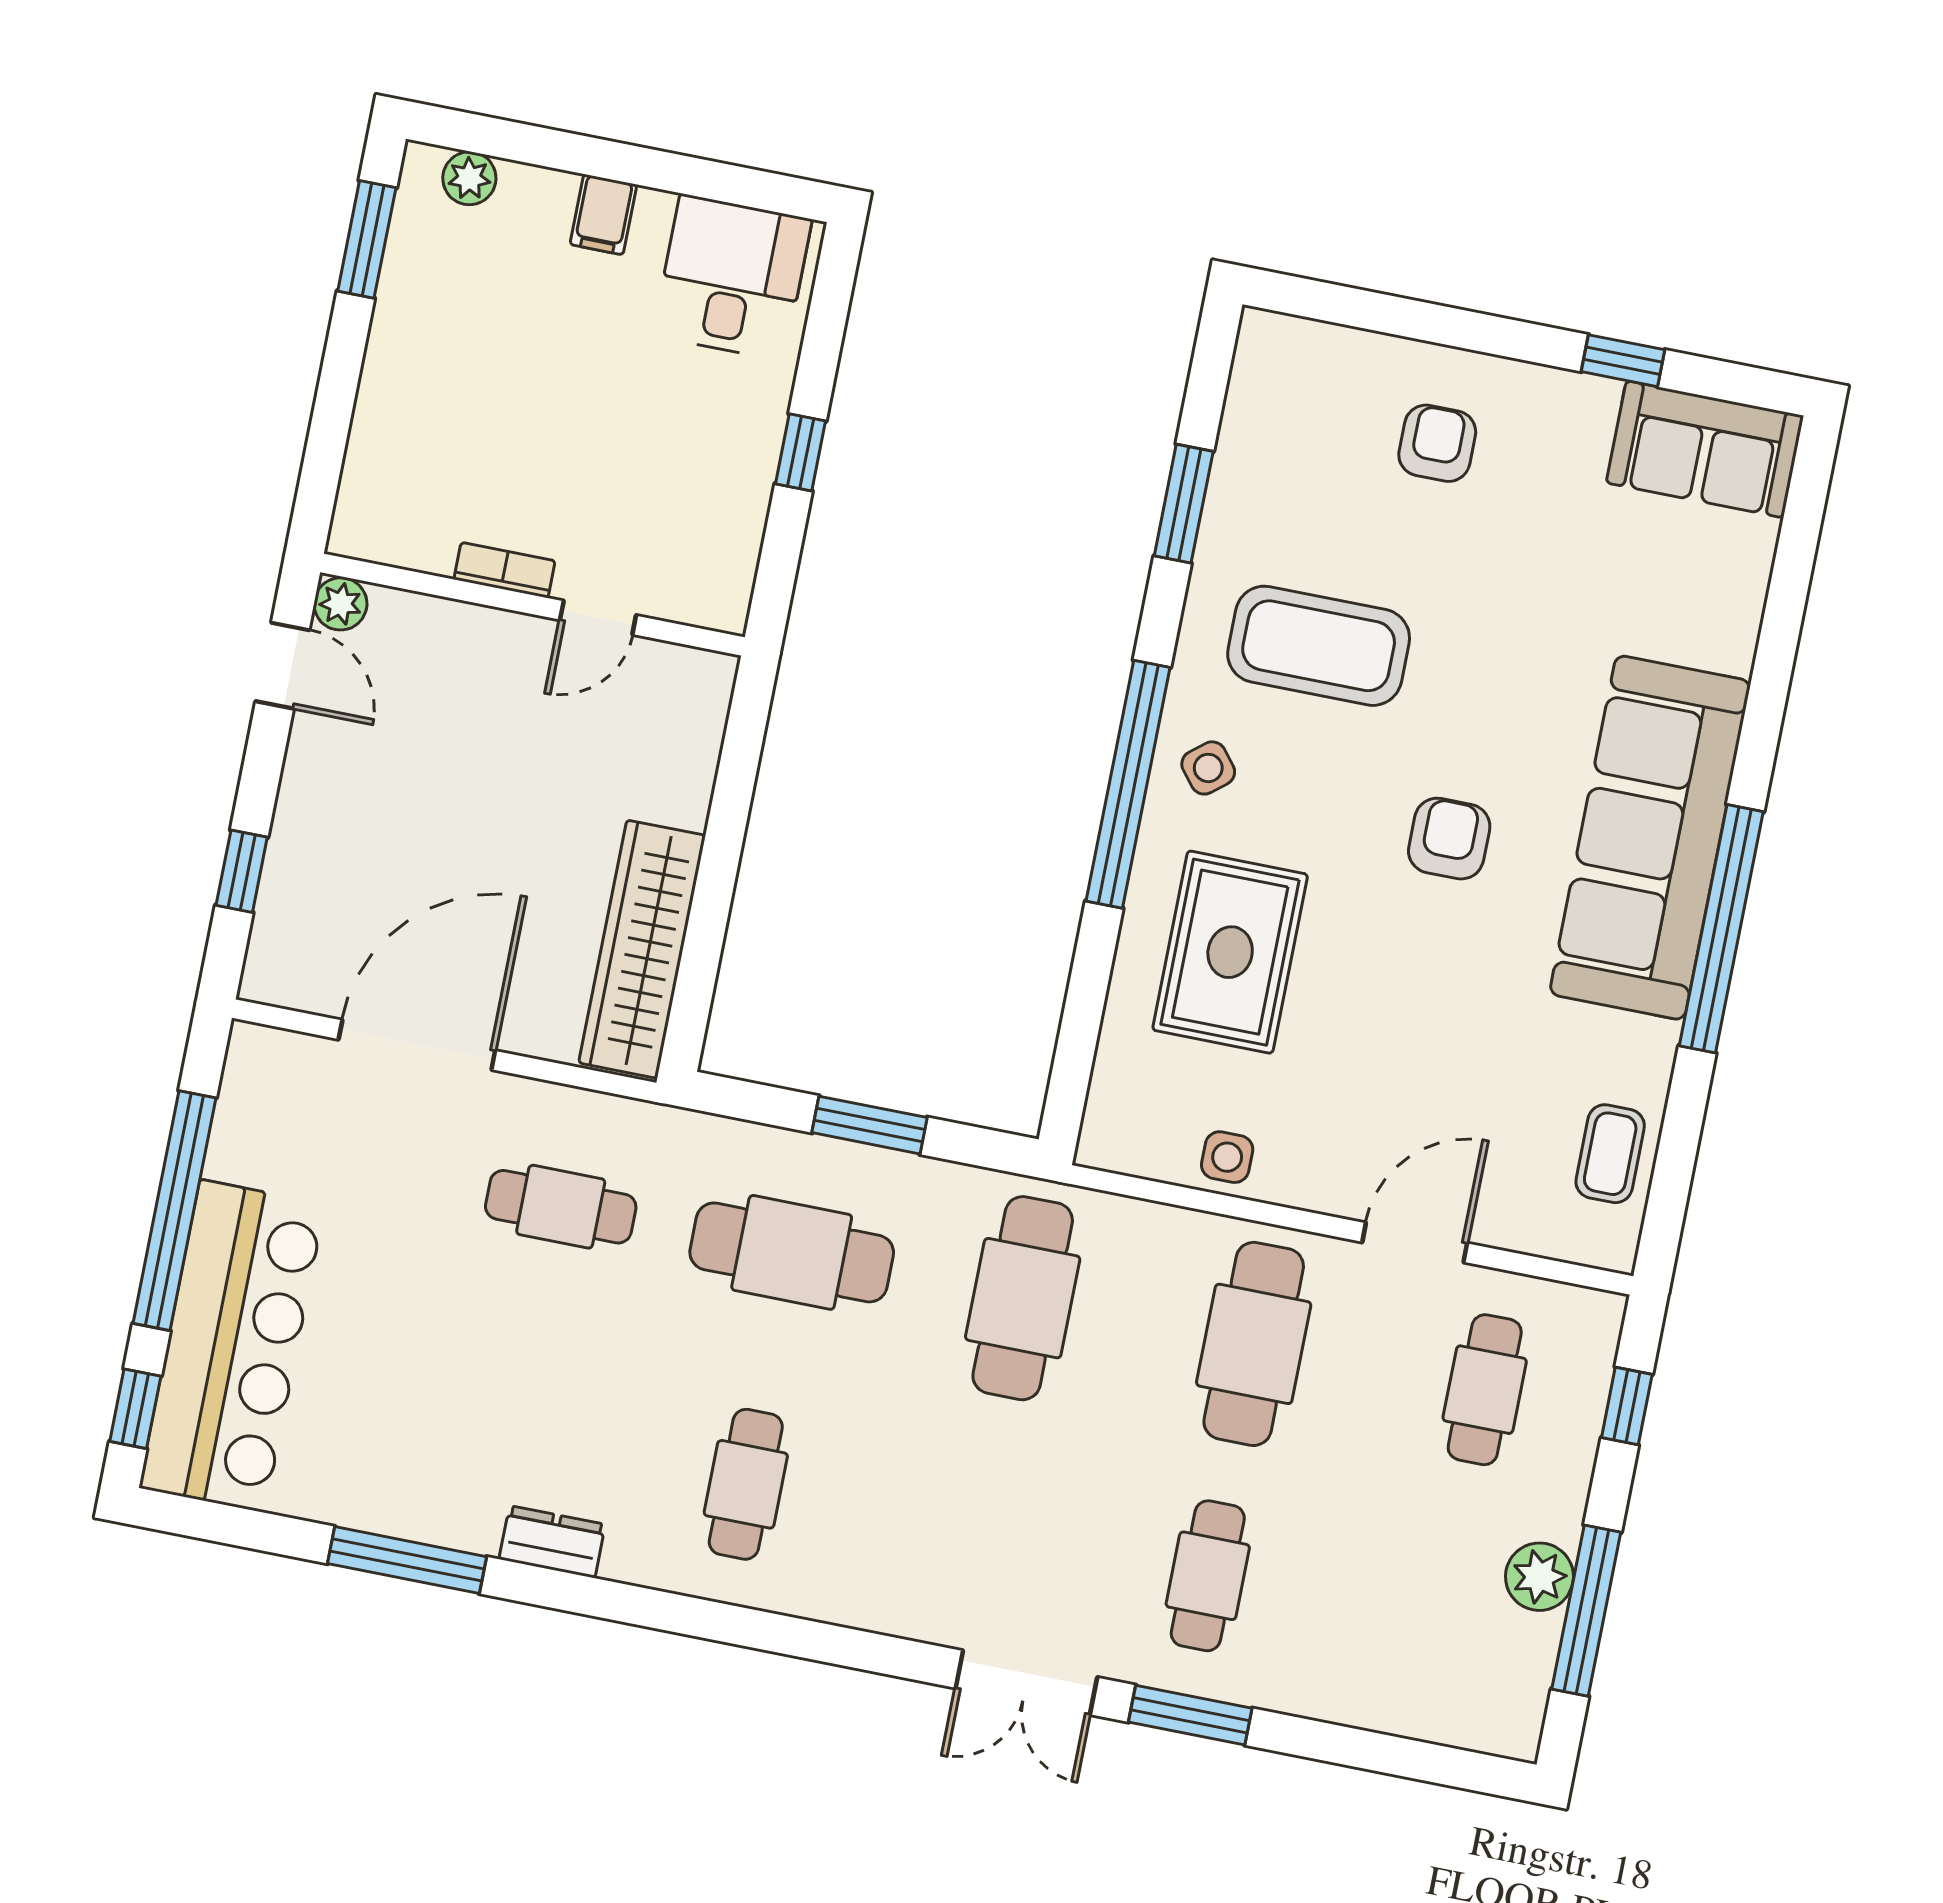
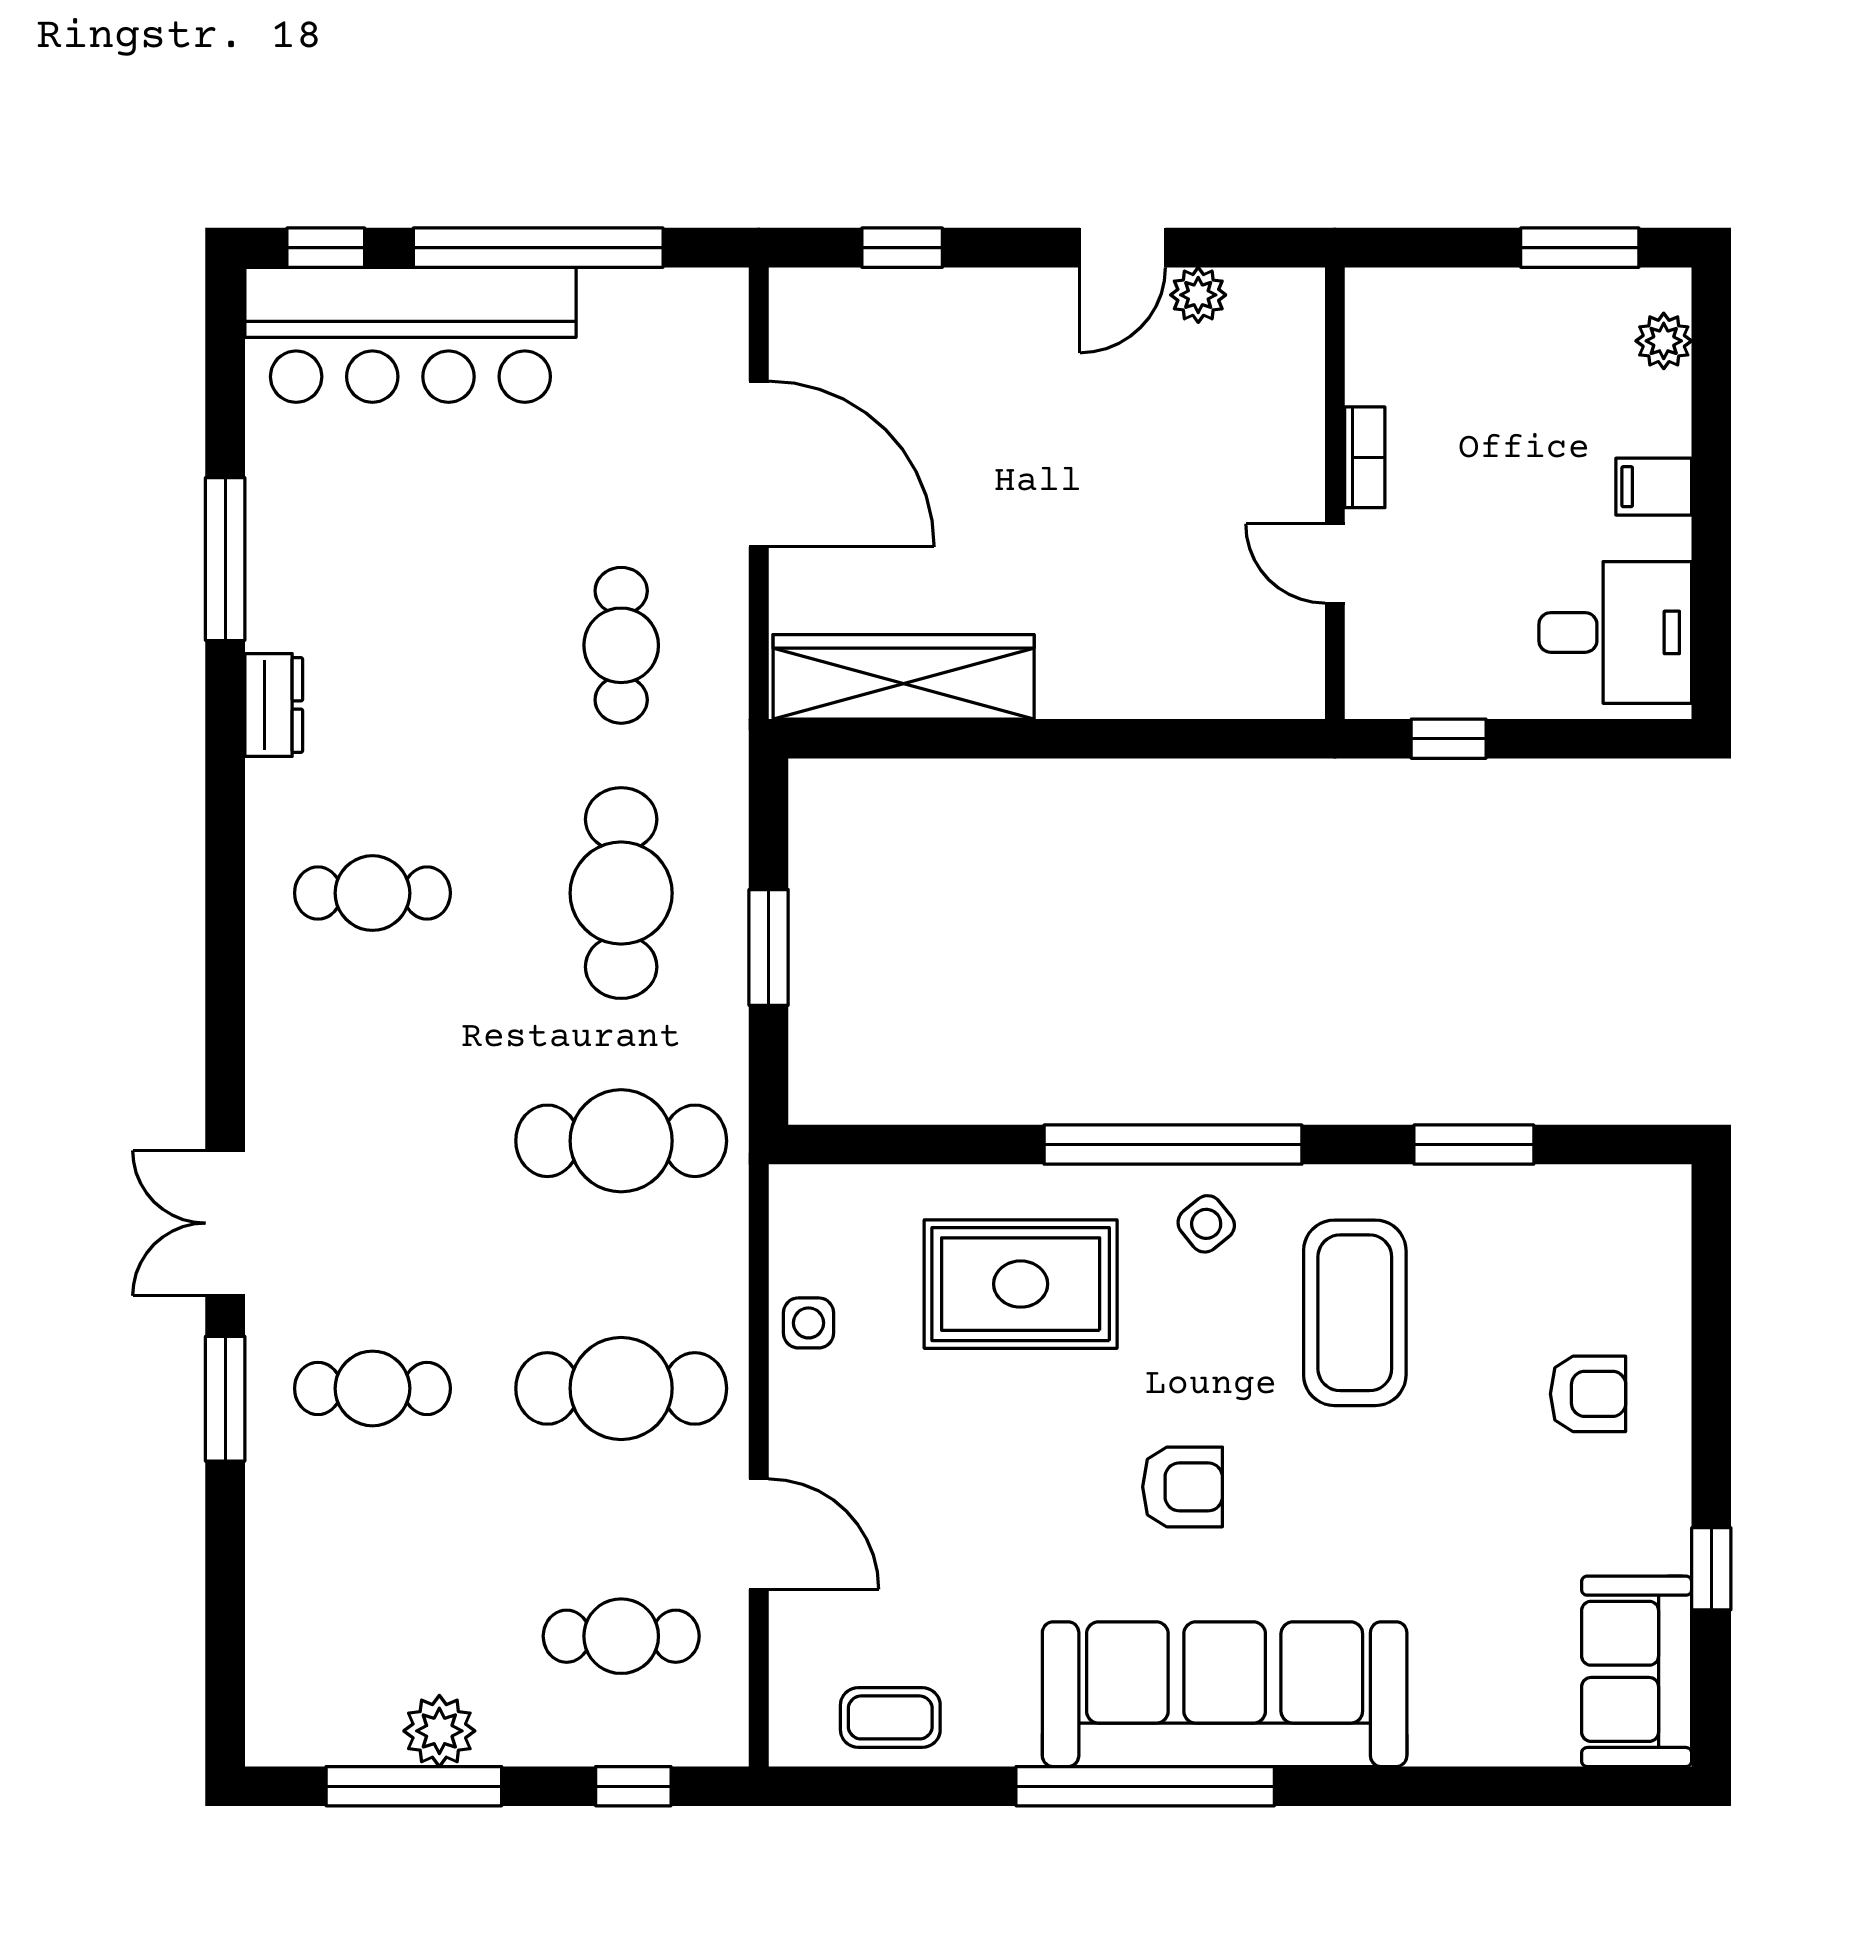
bookcase: (505, 570) -> (1365, 457), moved
wall: (532, 605) -> (1335, 493), moved
door: (598, 618) -> (1335, 563), moved

